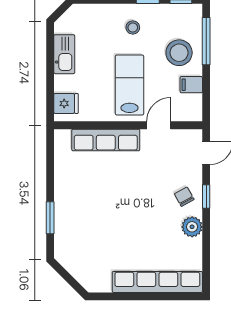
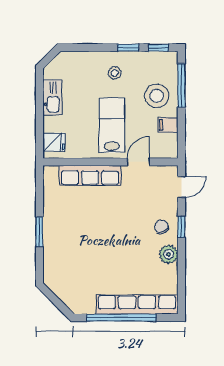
window: (50, 218) -> (39, 232), moved
window: (140, 296) -> (121, 318), added

